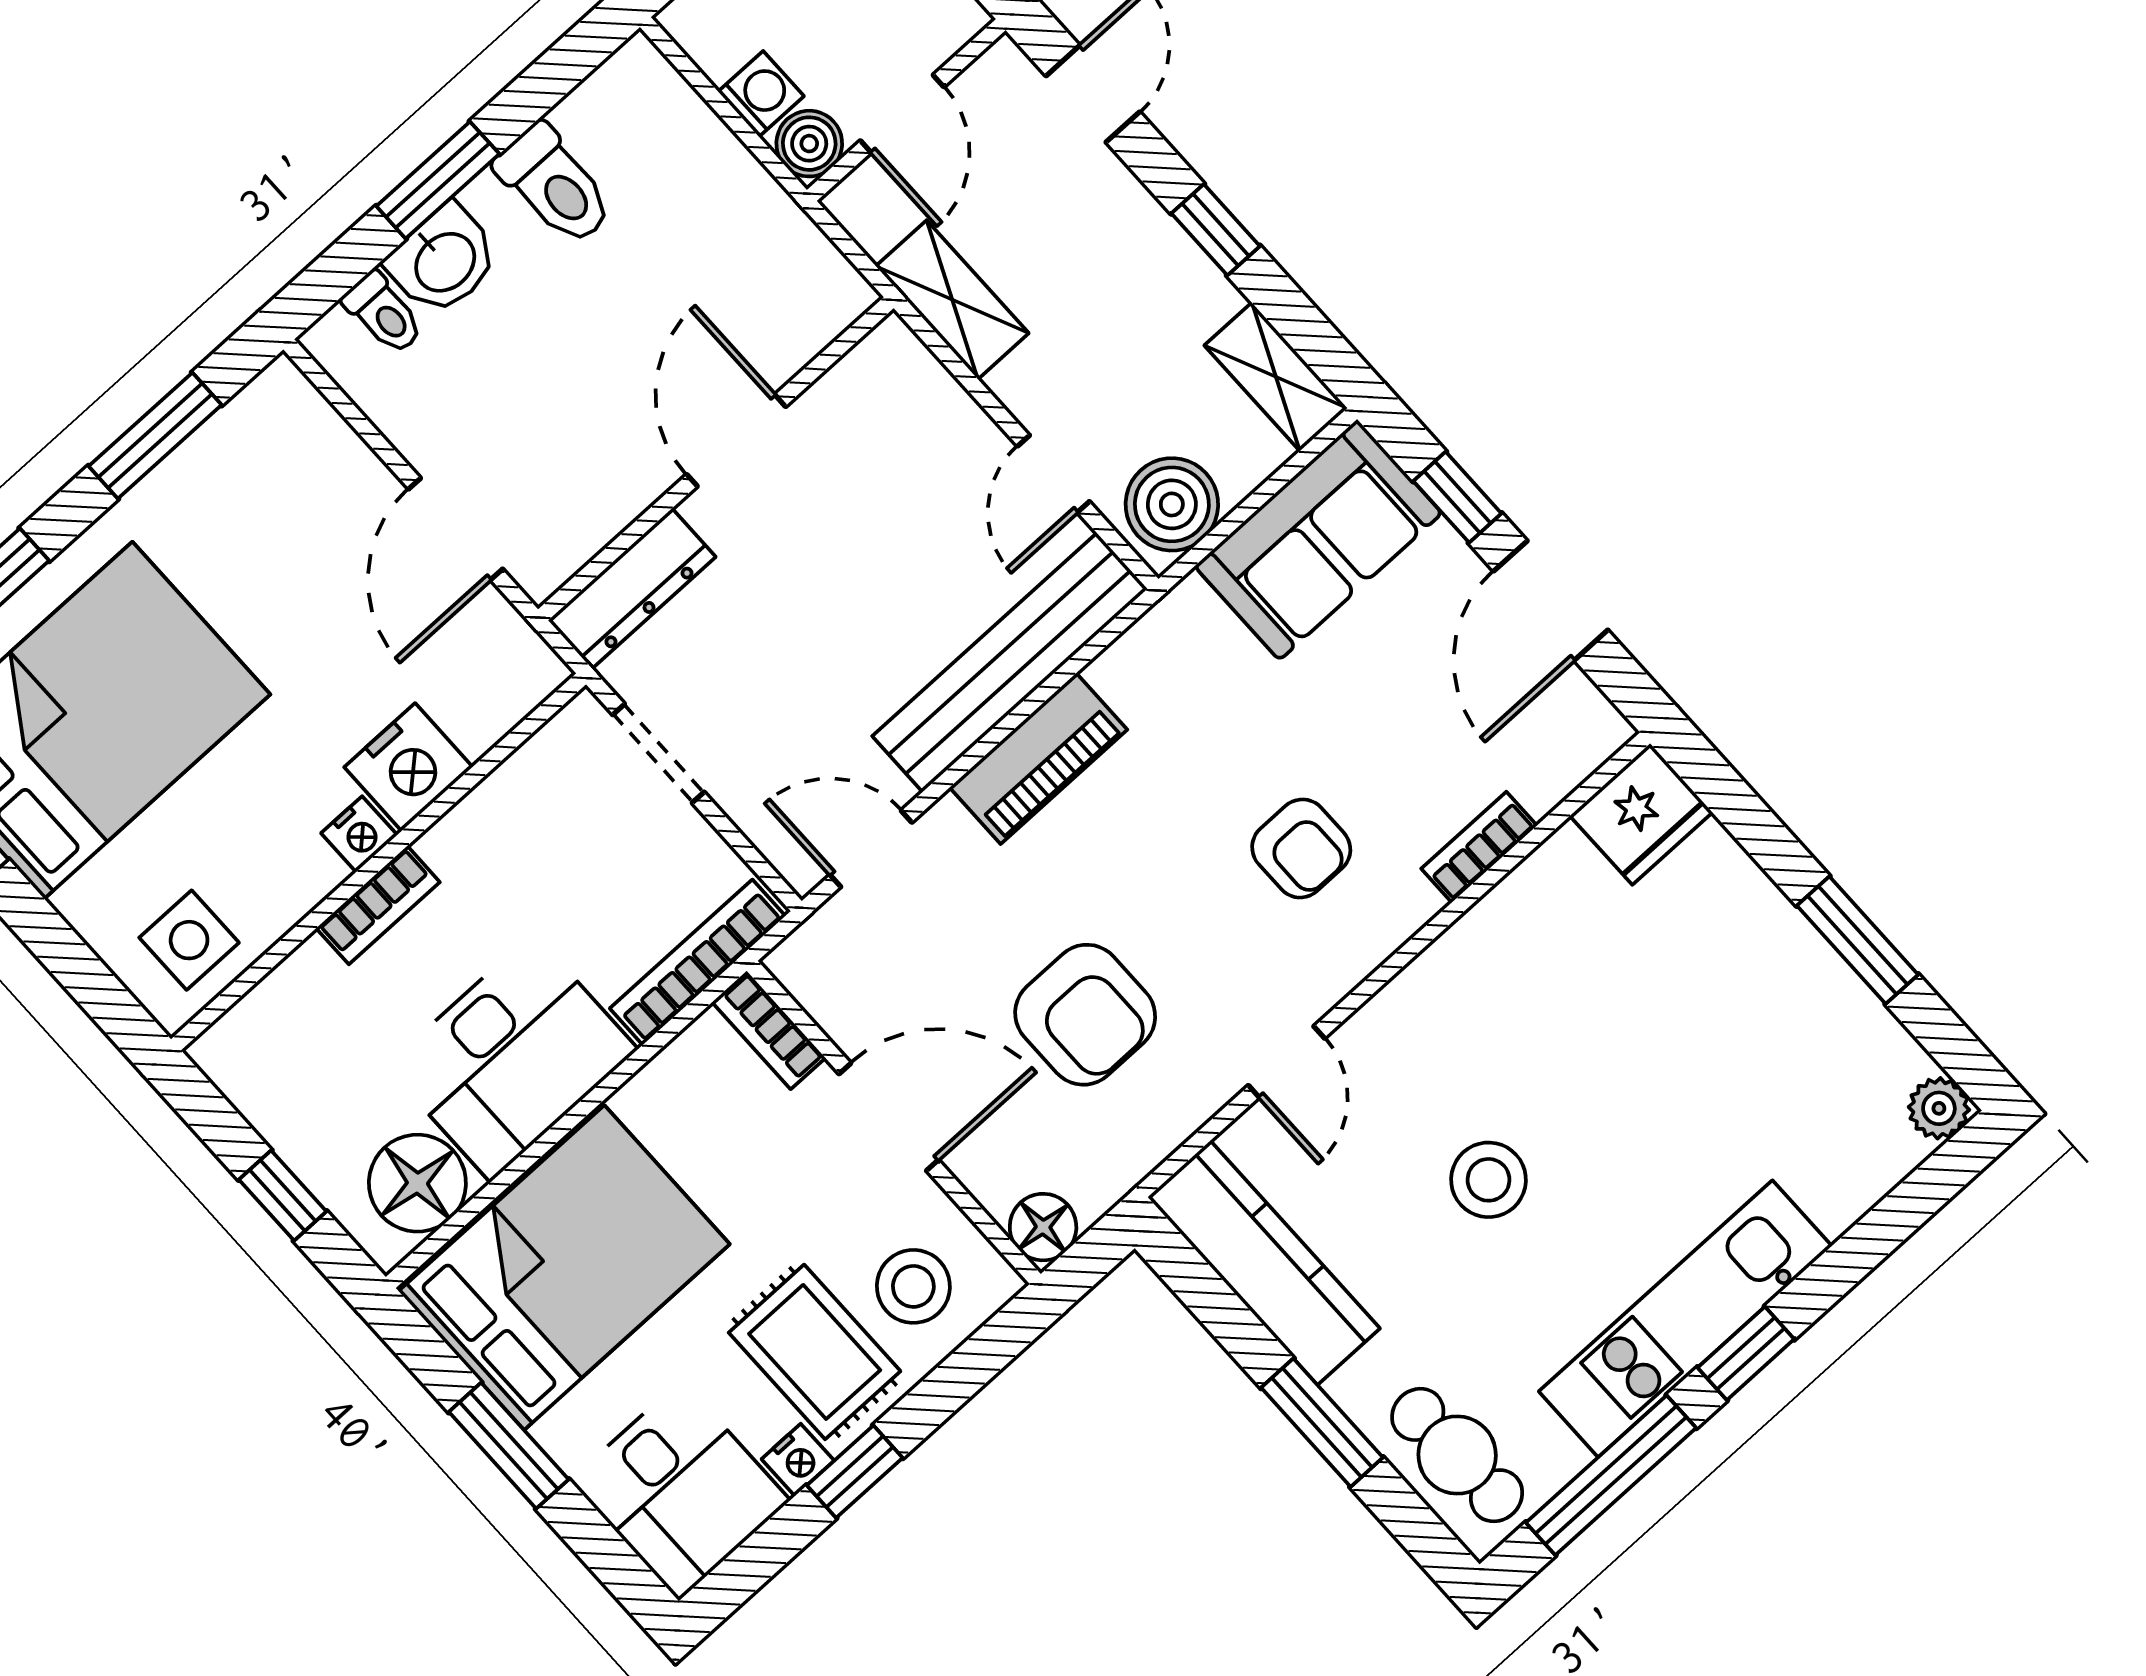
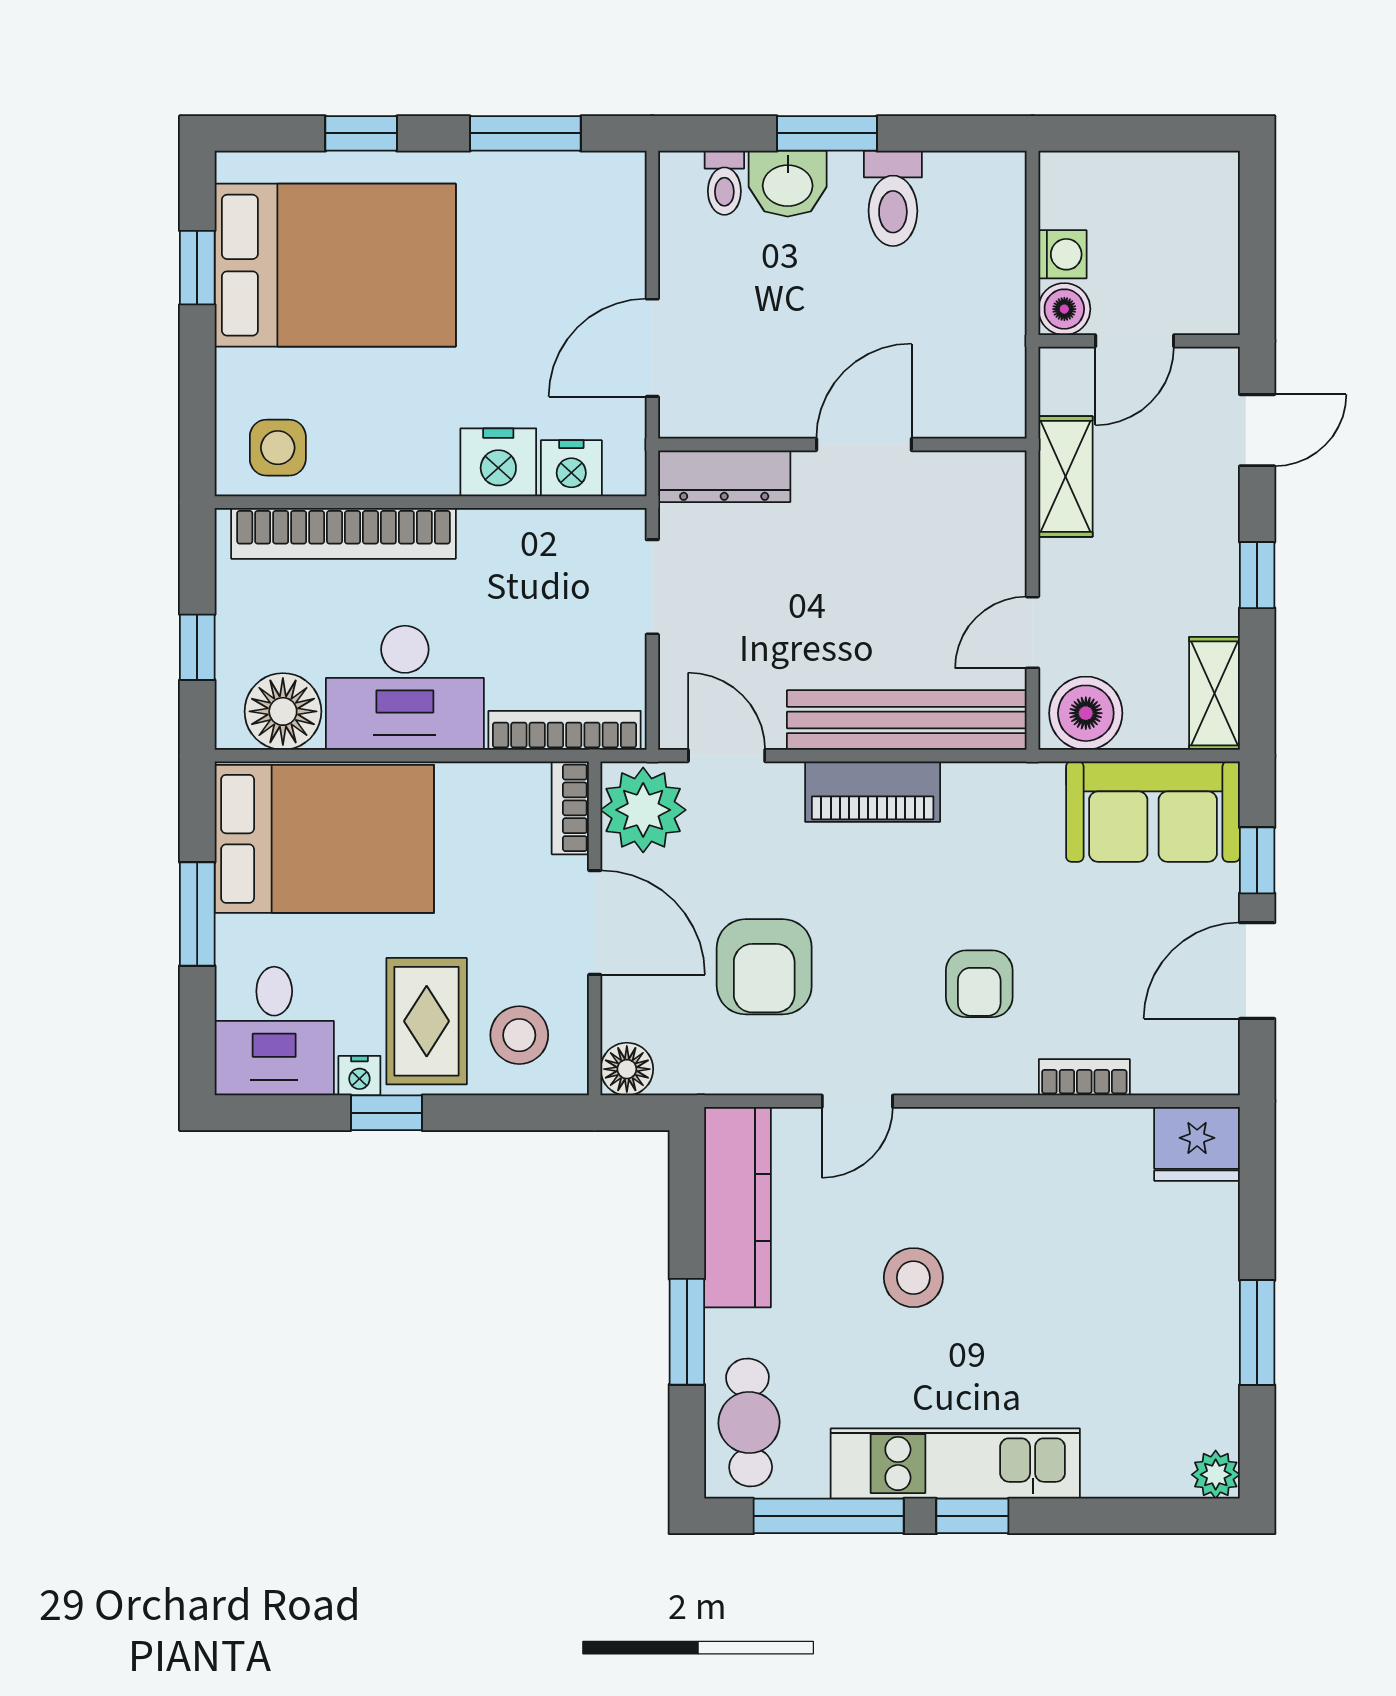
nightstand: (359, 834) -> (571, 468), moved, width x1.39, depth x1.35
bookcase: (378, 905) -> (344, 533), width x2.31, depth x1.31
plant: (839, 970) -> (643, 810), added

